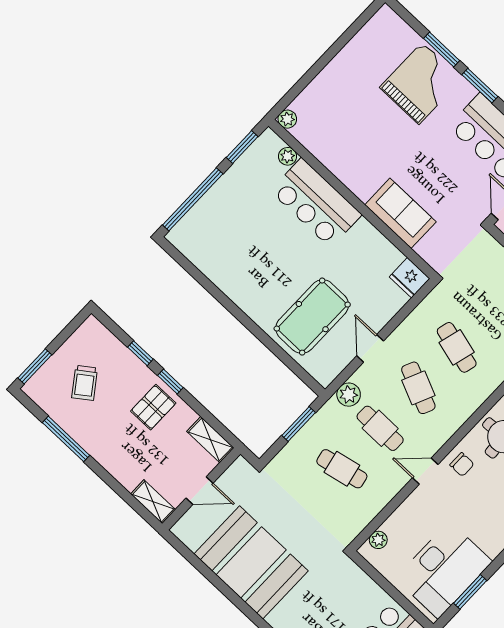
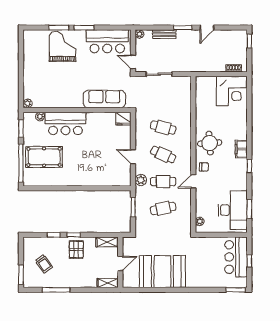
sofa: (400, 213) -> (104, 99), width x1.36
pool table: (312, 317) -> (44, 157), moved, turned 90

